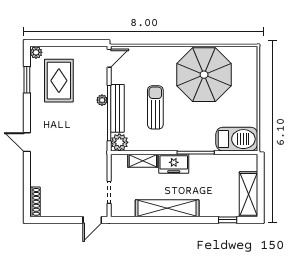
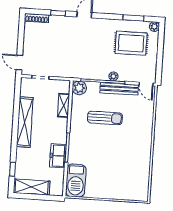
parasol: (204, 75) -> (128, 158), removed
bench: (117, 108) -> (119, 89), moved
freezer: (174, 164) -> (58, 156), moved
window: (27, 175) -> (58, 13), added

